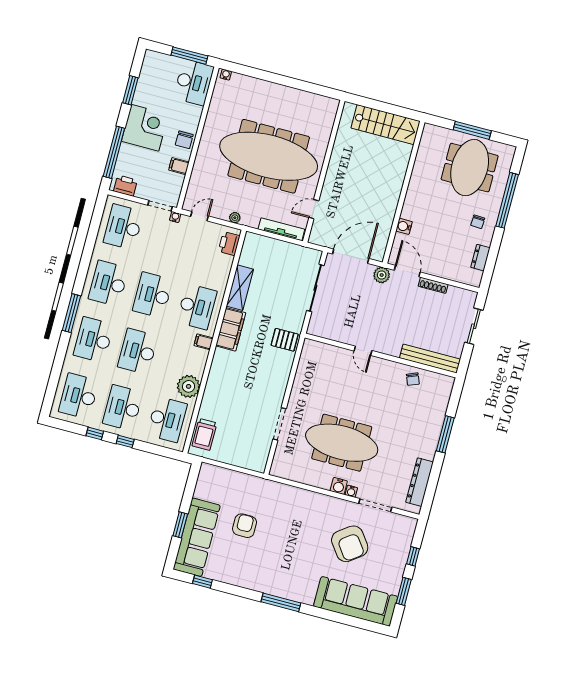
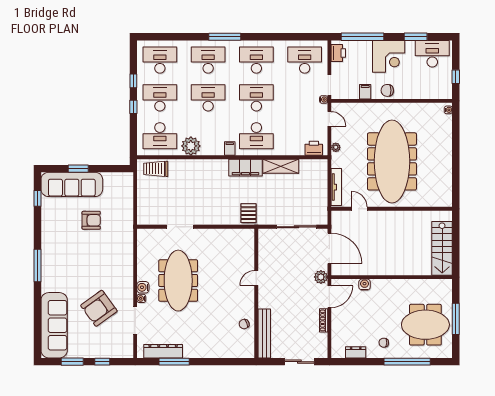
window: (189, 56) -> (456, 77), width x0.46
desk: (194, 82) -> (432, 54), moved, turned 180
window: (445, 434) -> (174, 362), moved

